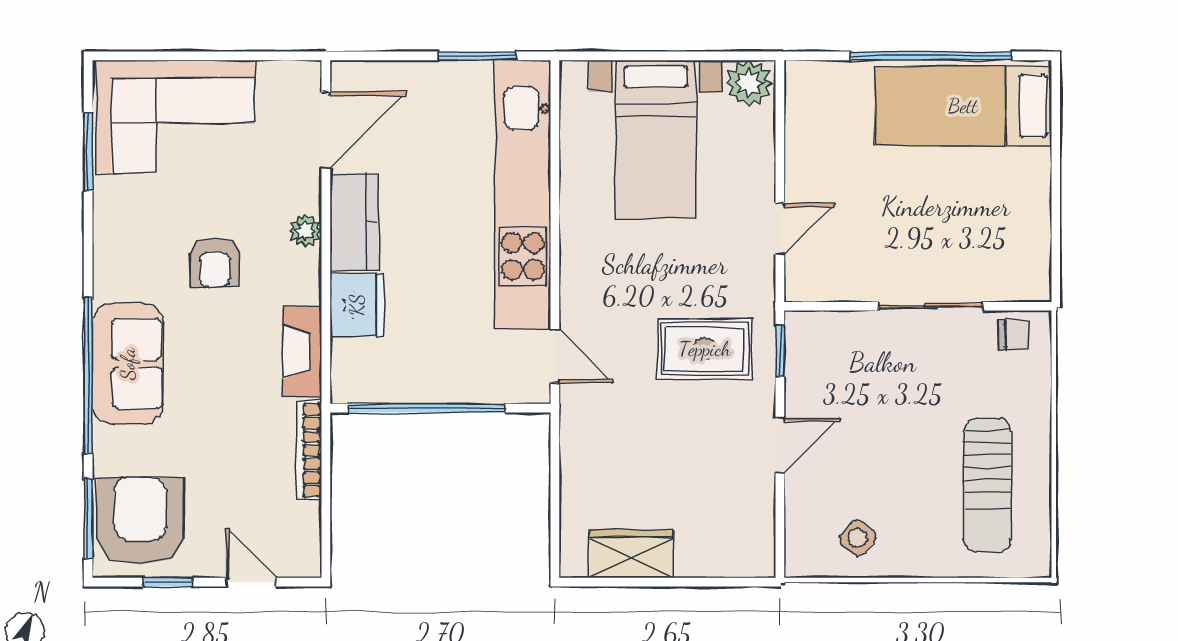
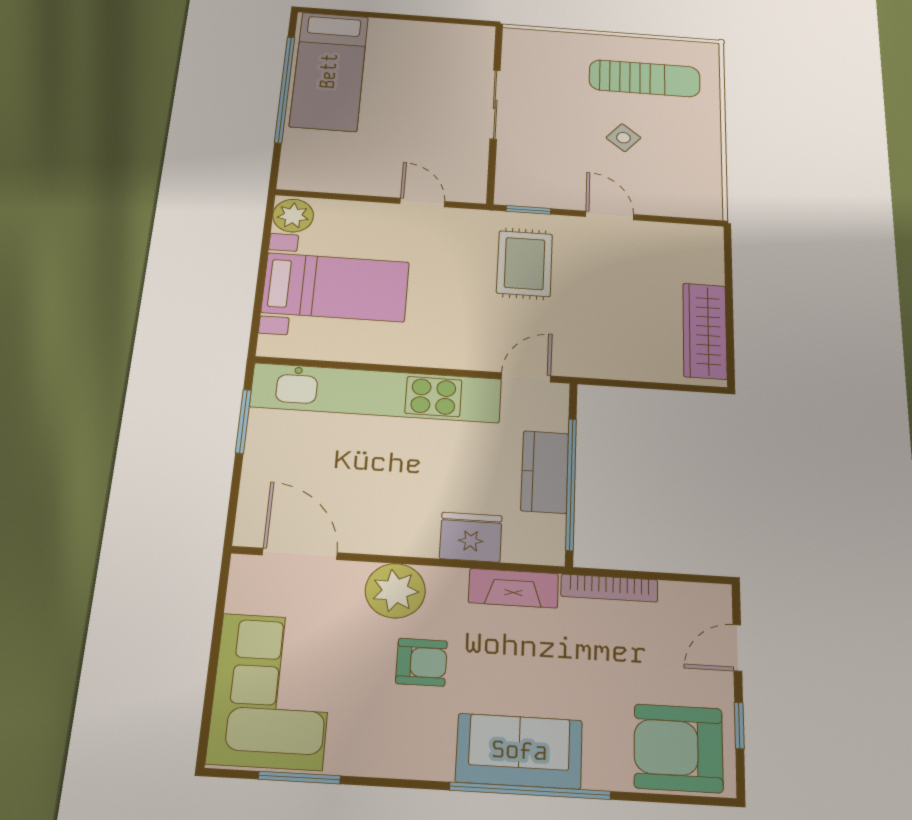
kitchen counter: (354, 222) -> (545, 472), moved, turned -90
plant: (305, 231) -> (395, 591), width x1.88, depth x1.88
chair: (1014, 335) -> (522, 52), removed
window: (88, 518) -> (676, 799), removed
side table: (858, 538) -> (623, 138), moved
wardrobe: (631, 554) -> (705, 331), width x1.50

